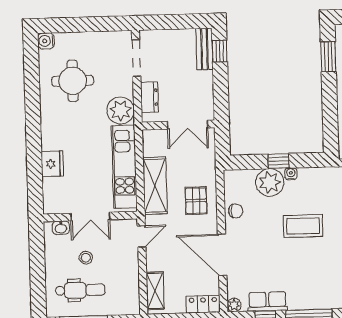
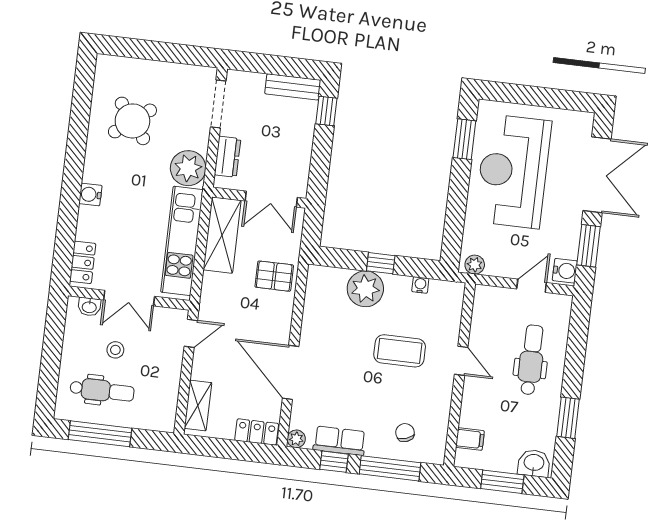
water cooler: (46, 41) -> (90, 194), moved
bench: (204, 49) -> (293, 87), moved, turned 90
round table: (73, 81) -> (132, 121), turned -38
fridge: (52, 164) -> (91, 223), removed
water cooler: (291, 174) -> (420, 285), moved
shelving: (155, 186) -> (222, 235), moved
locker: (51, 195) -> (83, 262), added
pallet: (196, 201) -> (274, 276), moved, turned 90
chair: (236, 211) -> (405, 433), moved, turned -108

